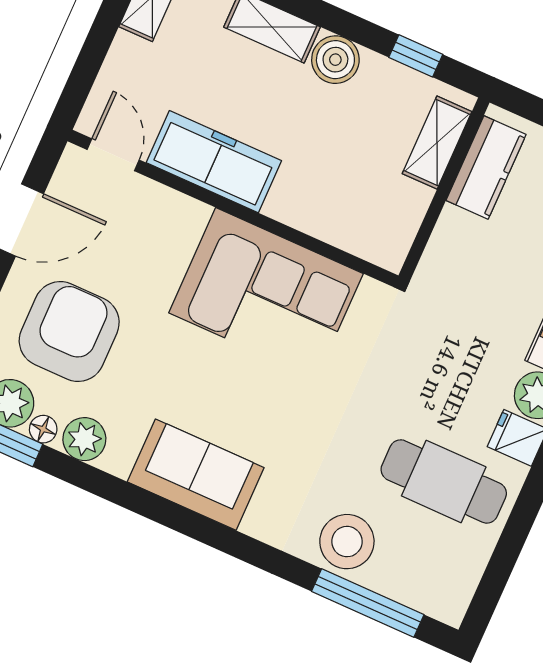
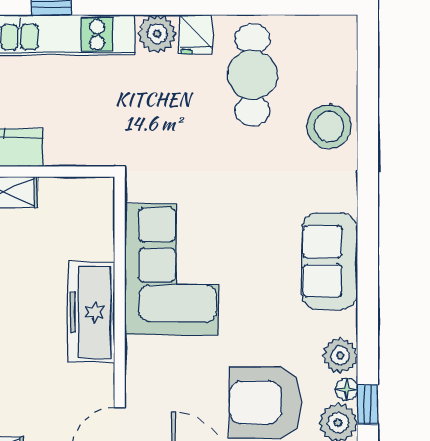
freezer: (214, 162) -> (91, 312), moved
window: (368, 603) -> (368, 91), removed

